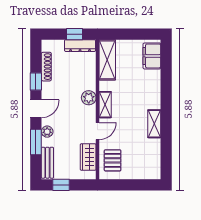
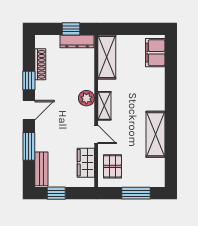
shelving: (154, 124) -> (156, 134), width x1.50, depth x1.33
door: (98, 131) -> (96, 134), hinge flipped
plant: (47, 132) -> (41, 135), removed
window: (134, 185) -> (136, 193), added

